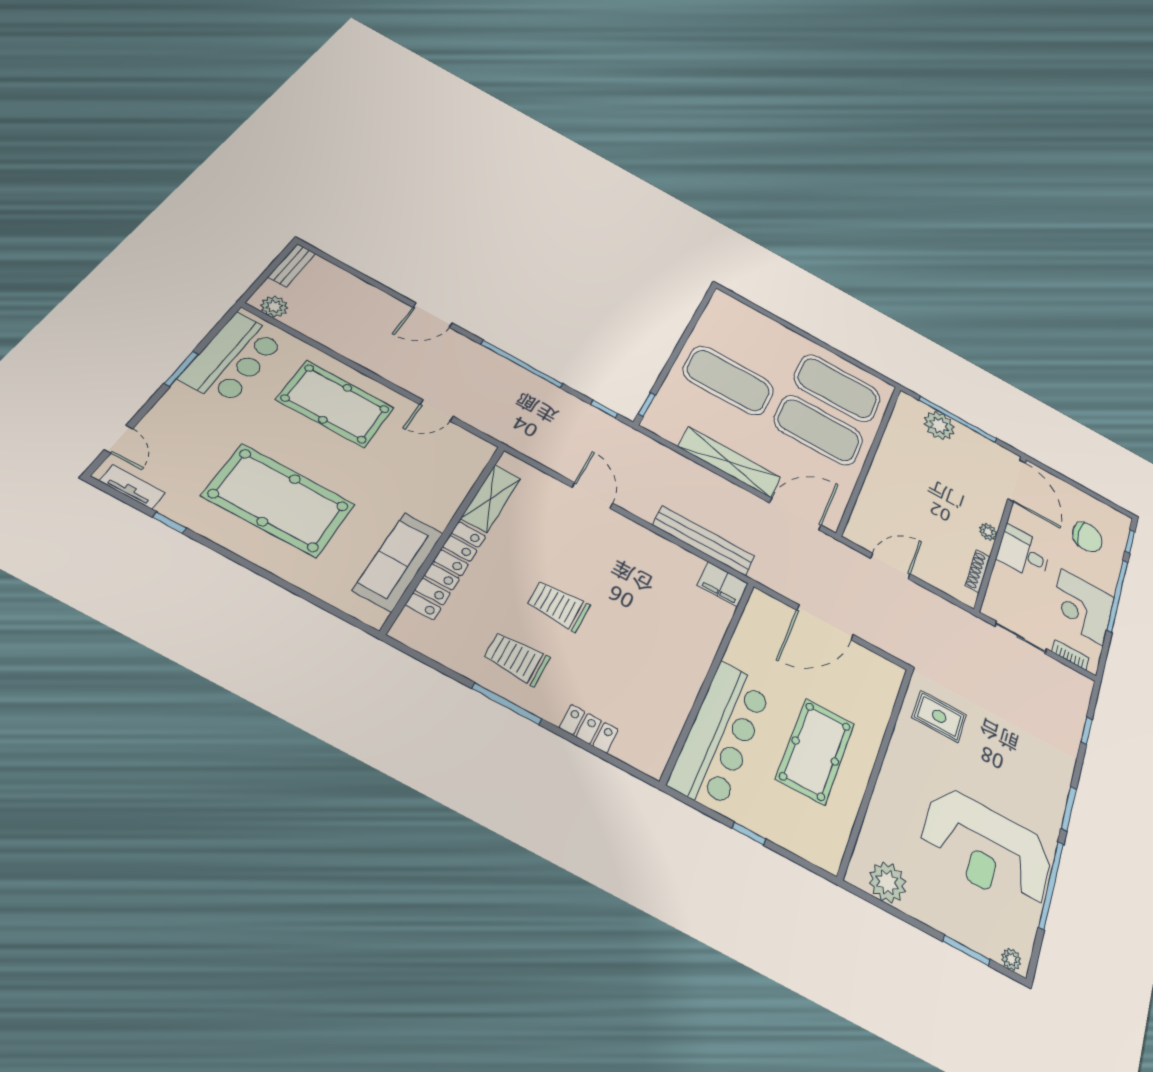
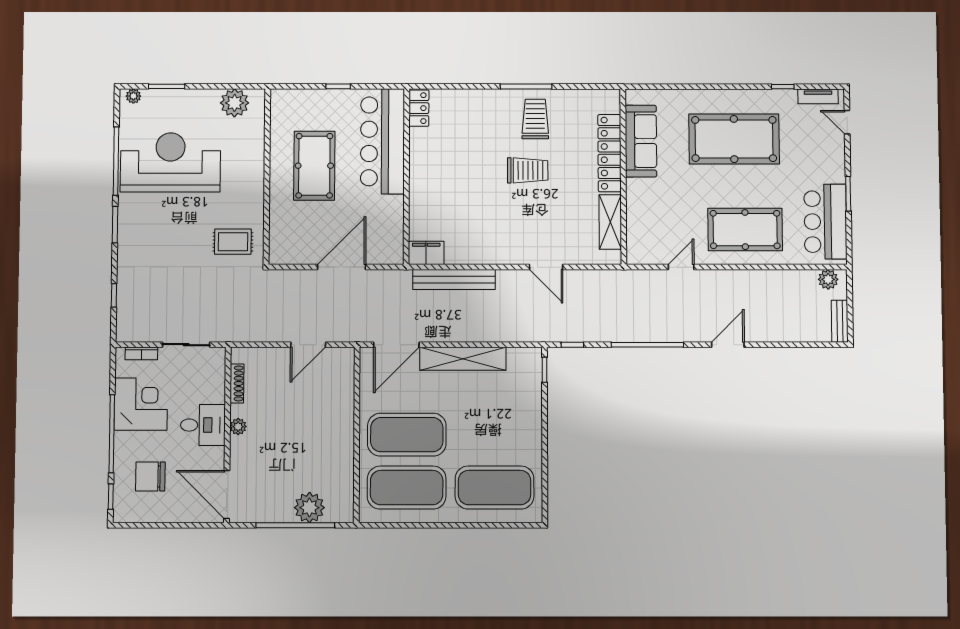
exercise mat: (728, 380) -> (494, 488), moved
trolley: (517, 659) -> (535, 119), turned -90
locker: (589, 729) -> (419, 108), moved, turned -90

